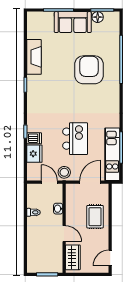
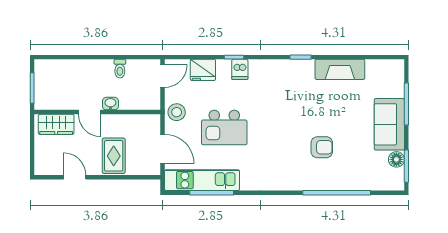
armchair: (89, 70) -> (322, 147), width x0.53, depth x0.53
dishwasher: (34, 138) -> (240, 69), moved
door: (49, 182) -> (163, 76), moved
washbasin: (58, 209) -> (110, 104), moved
rug: (95, 217) -> (114, 156), turned 90
door: (64, 234) -> (90, 112), hinge flipped
door: (110, 258) -> (75, 177), moved

